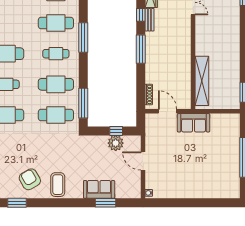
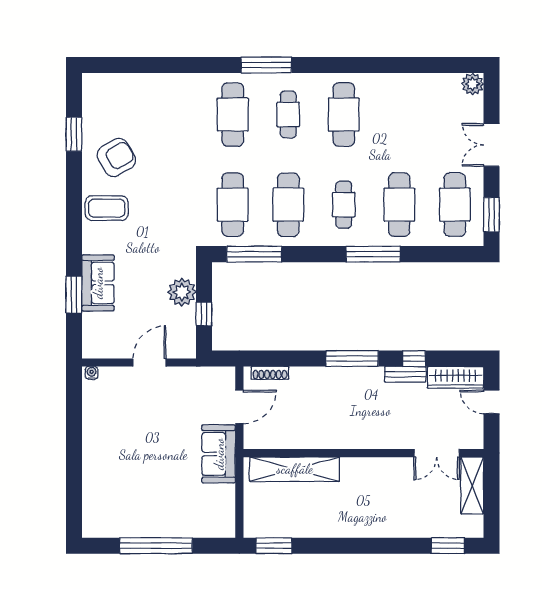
plant: (116, 143) -> (182, 292), moved

